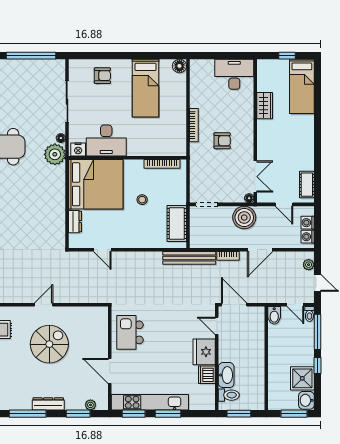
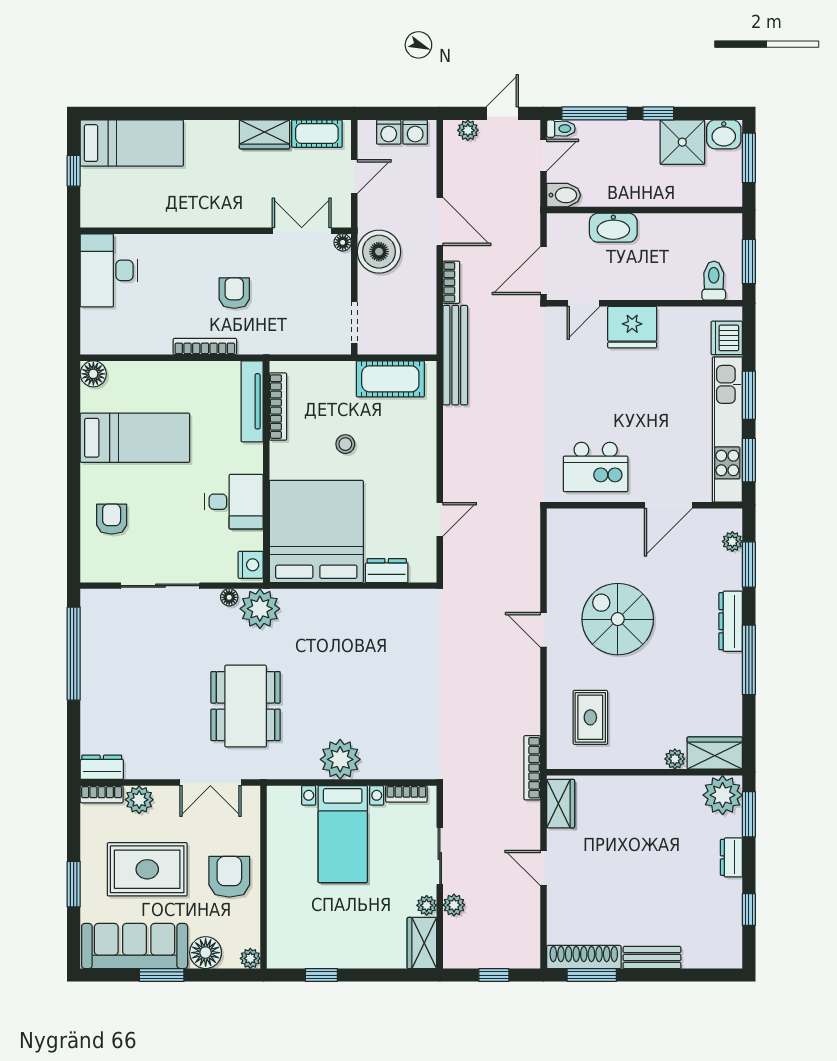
wardrobe: (265, 106) -> (264, 134), moved, turned 180
desk: (106, 140) -> (234, 502), width x0.73
tv unit: (165, 150) -> (252, 401), added
dishwasher: (207, 375) -> (727, 338), moved, turned 90
washbasin: (226, 375) -> (613, 228), moved, turned 180

